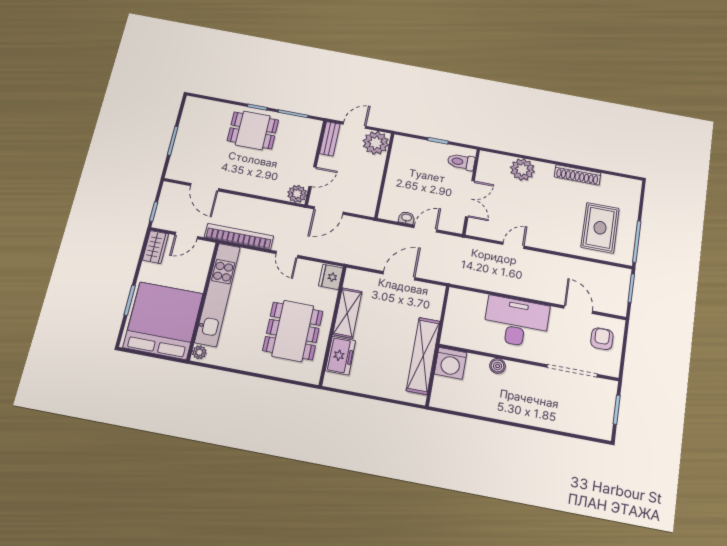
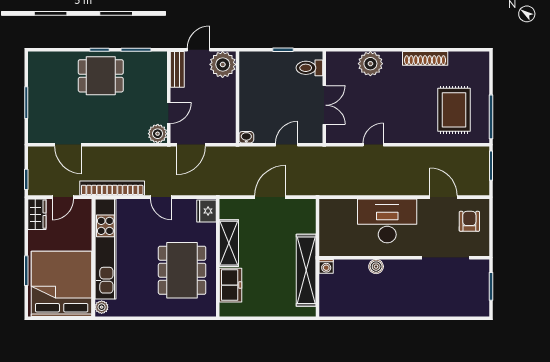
washbasin: (407, 218) -> (246, 137), moved
washing machine: (451, 363) -> (326, 266), width x0.53, depth x0.53

